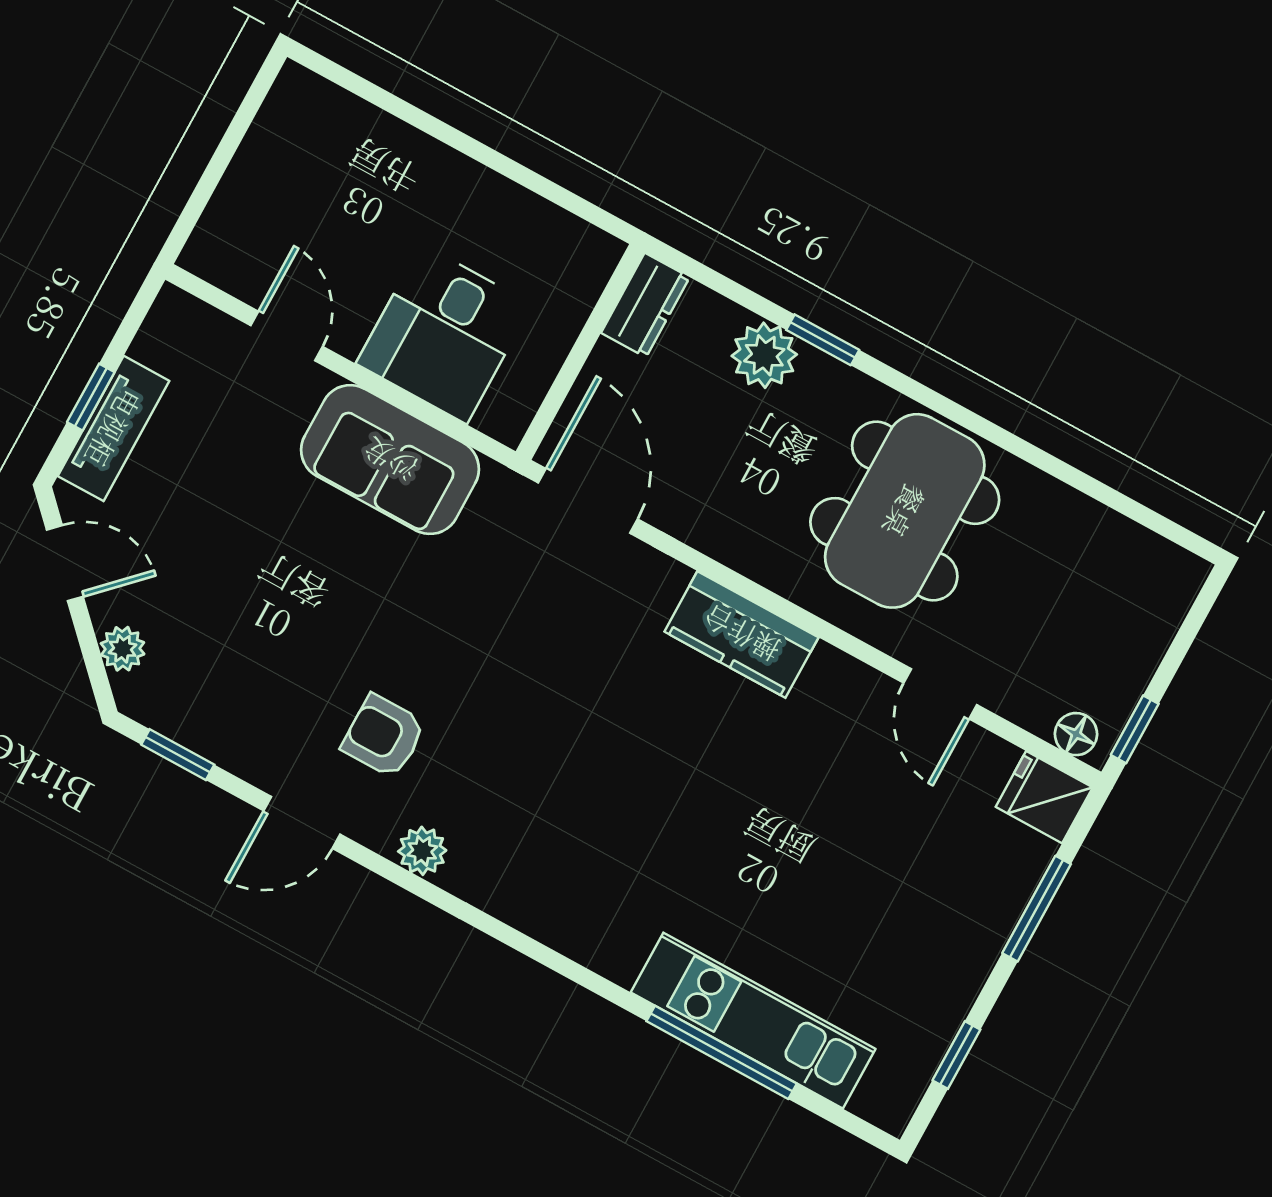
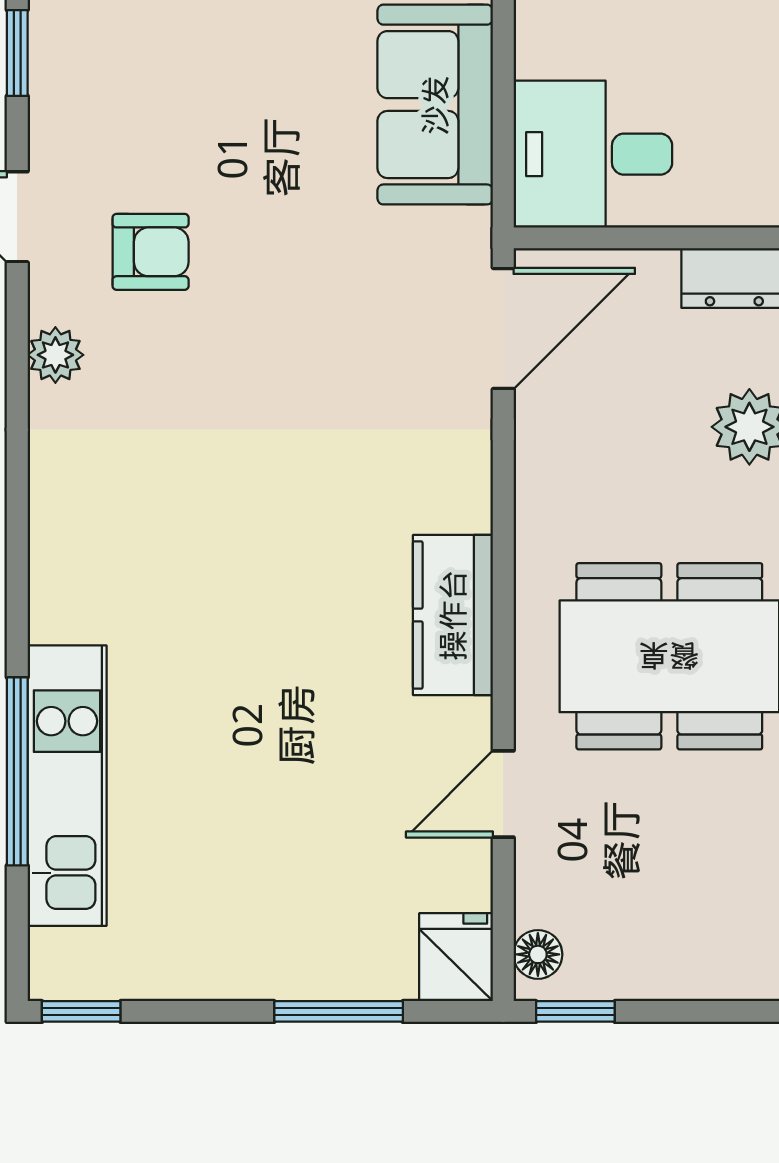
desk: (444, 334) -> (593, 154), moved
kitchen counter: (741, 634) -> (453, 615), moved
armchair: (384, 736) -> (151, 252), turned 90
window: (956, 1055) -> (81, 1011), moved

